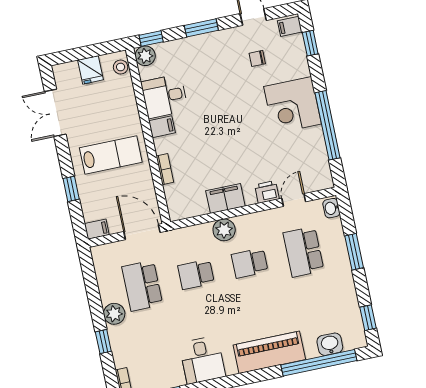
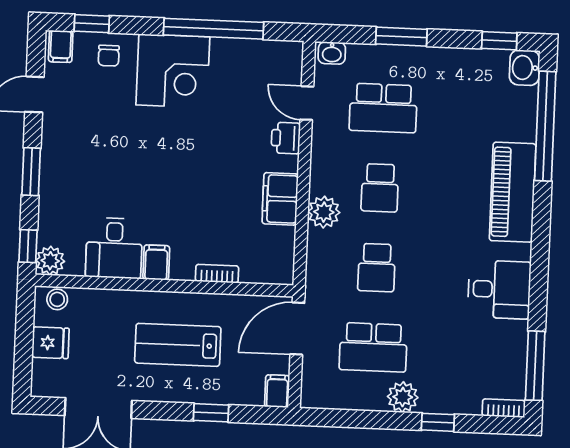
chair: (257, 58) -> (109, 56), moved
lab bench: (111, 155) -> (178, 345), turned -90
washbasin: (330, 344) -> (524, 68), moved

